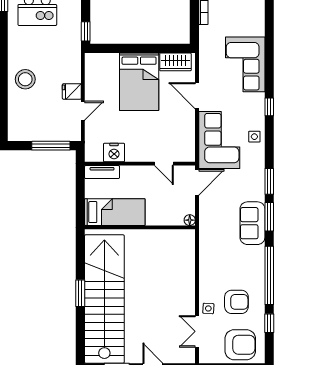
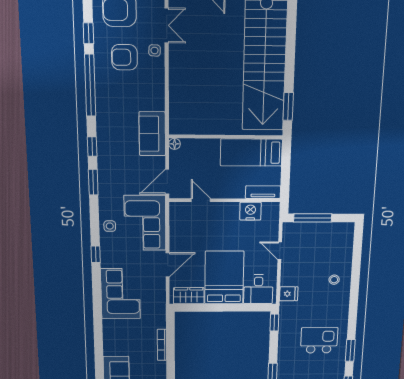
desk: (104, 69) -> (258, 289), added
stool: (25, 79) -> (334, 280), width x0.53, depth x0.53
fridge: (72, 92) -> (289, 294), moved
door: (197, 96) -> (168, 265), hinge flipped
door: (83, 111) -> (280, 251), hinge flipped
window: (269, 217) -> (92, 147), width x0.67
sofa: (252, 223) -> (152, 134), moved, turned 180
window: (80, 293) -> (288, 106), moved

